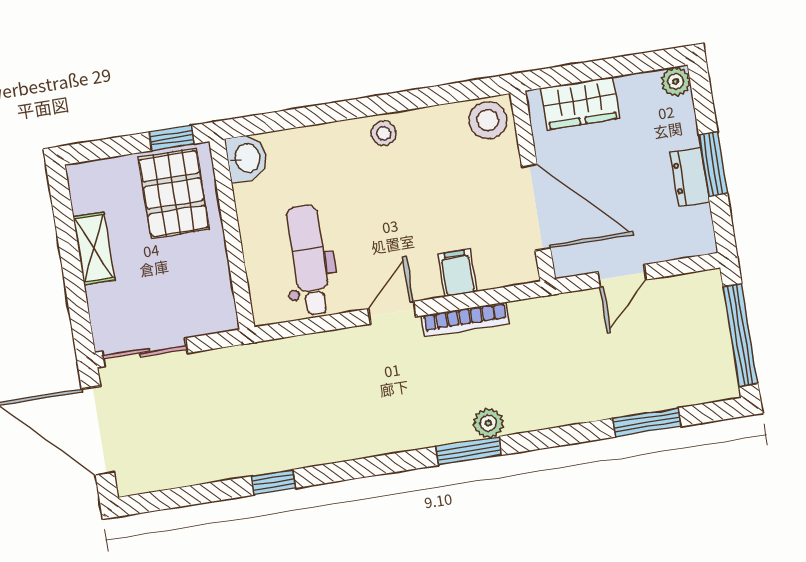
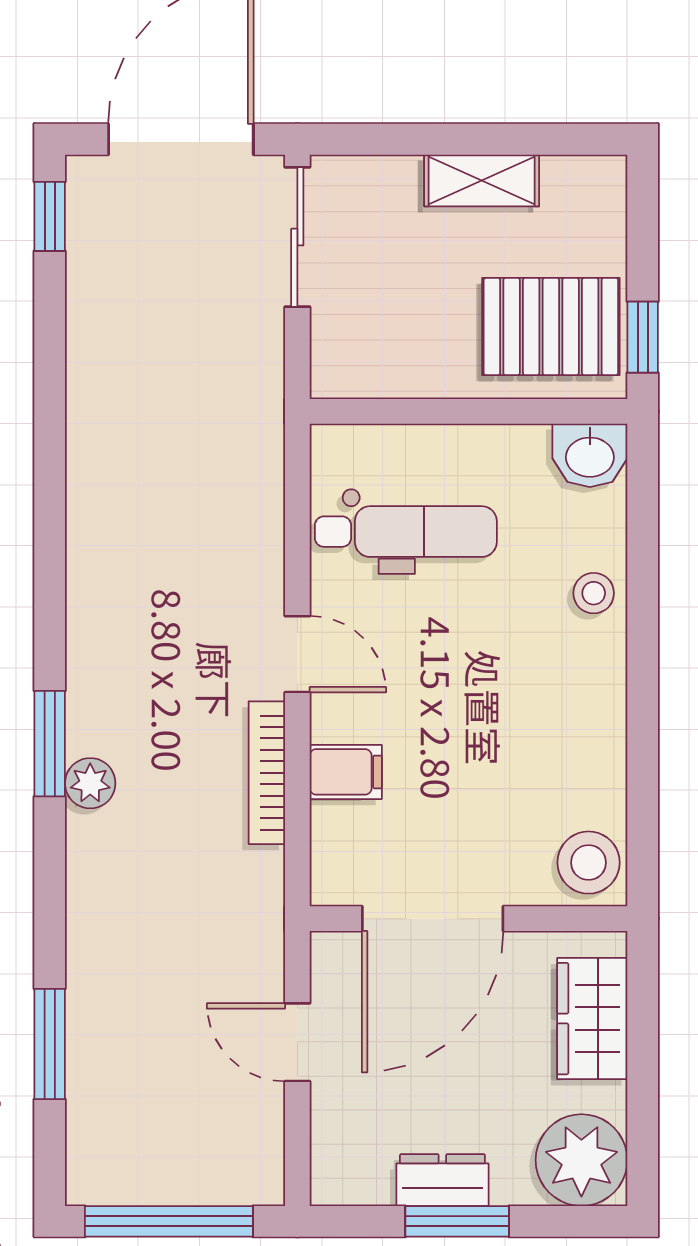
plant: (676, 81) -> (581, 1160), width x1.87, depth x1.87
stool: (384, 133) -> (594, 593), moved
window: (274, 482) -> (50, 216), moved

